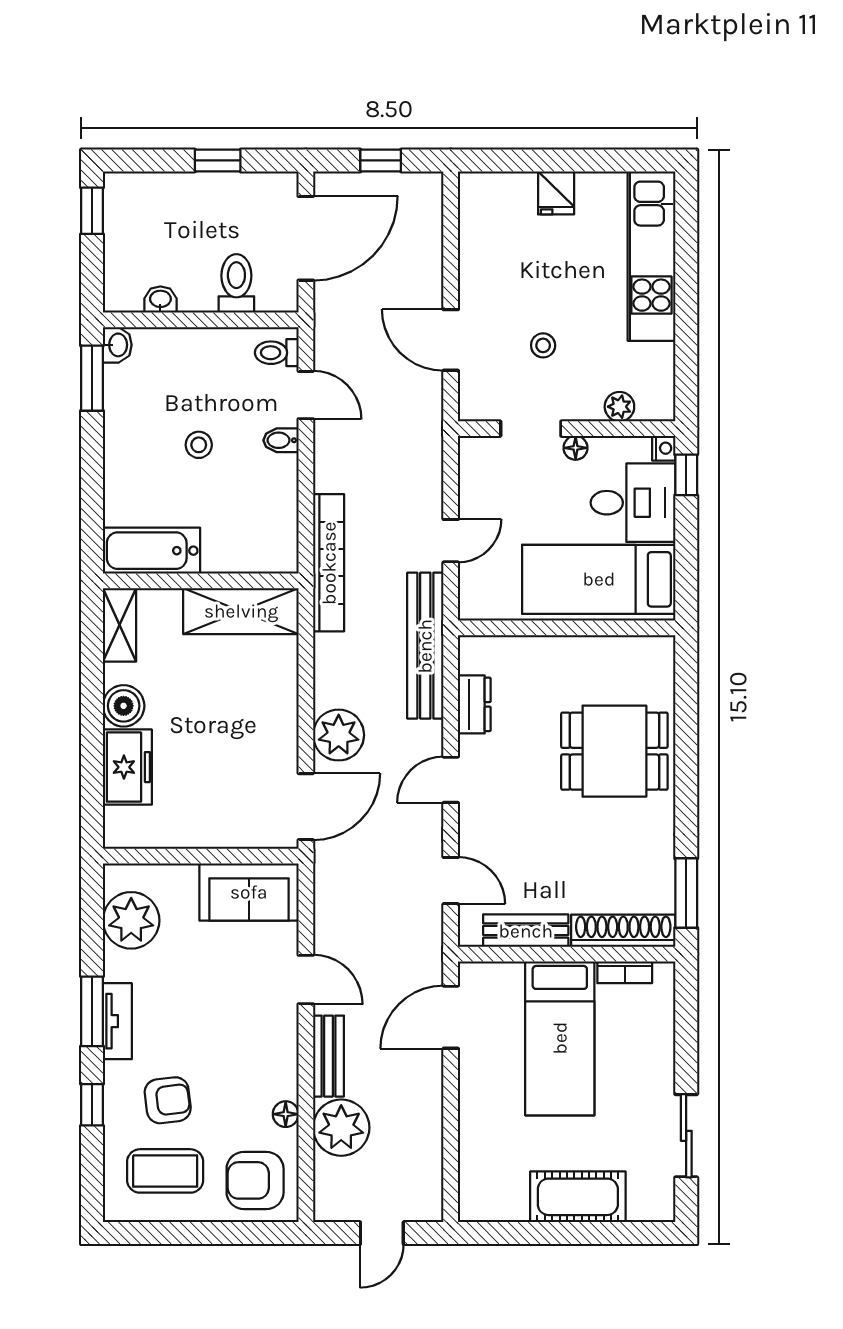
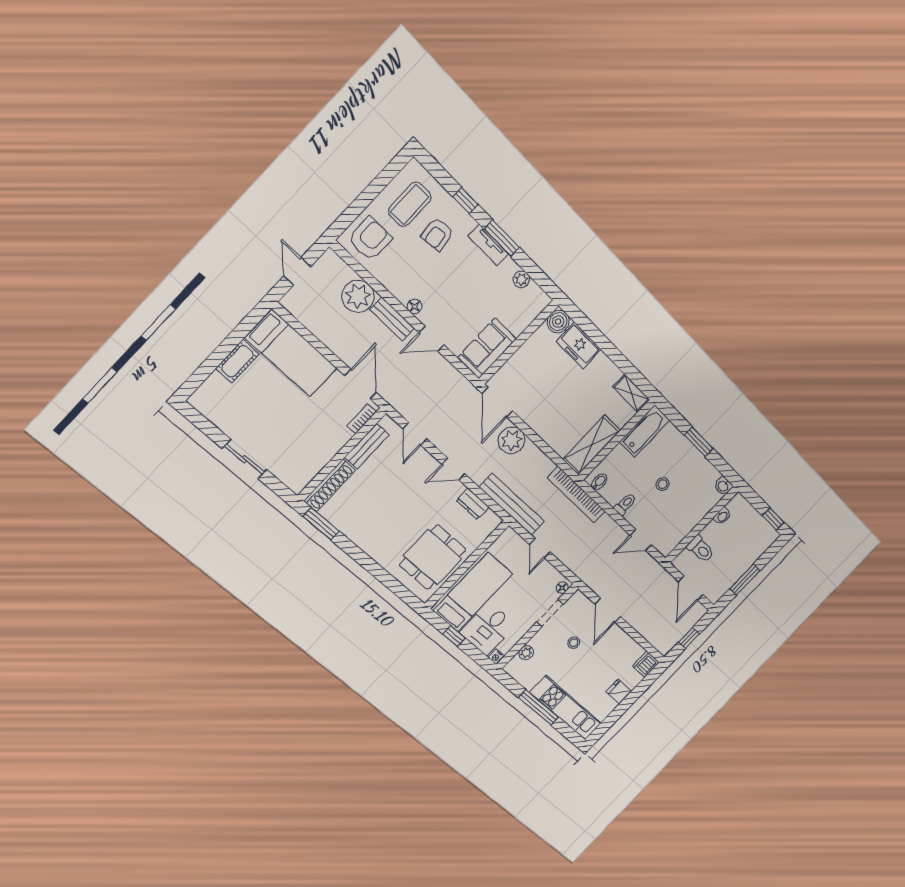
window: (218, 160) -> (745, 580), width x1.50
dishwasher: (479, 191) -> (646, 664), added
door: (306, 238) -> (691, 588), width x0.73
window: (686, 302) -> (539, 707), added
door: (451, 340) -> (608, 610), swing flipped
toilet: (277, 353) -> (625, 504), moved
window: (92, 378) -> (699, 442), moved
bidet: (281, 440) -> (599, 482), moved
floor lamp: (576, 448) -> (562, 588), moved
window: (686, 475) -> (454, 636), moved
boiler: (124, 706) -> (558, 322), moved
dining table: (614, 751) -> (433, 557), moved
door: (451, 780) -> (453, 469), swing flipped
door: (451, 881) -> (415, 434), hinge flipped
plant: (131, 920) -> (521, 279), width x0.53, depth x0.53
bookcase: (625, 972) -> (362, 419), moved
bed: (560, 1038) -> (291, 353), moved, turned 180
floor lamp: (286, 1114) -> (414, 307), moved
sliding door: (686, 1136) -> (244, 459), moved
cot: (578, 1197) -> (237, 361), width x0.73, depth x0.75

